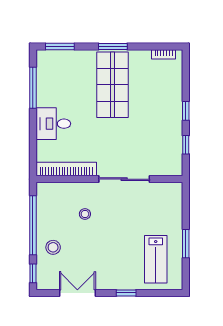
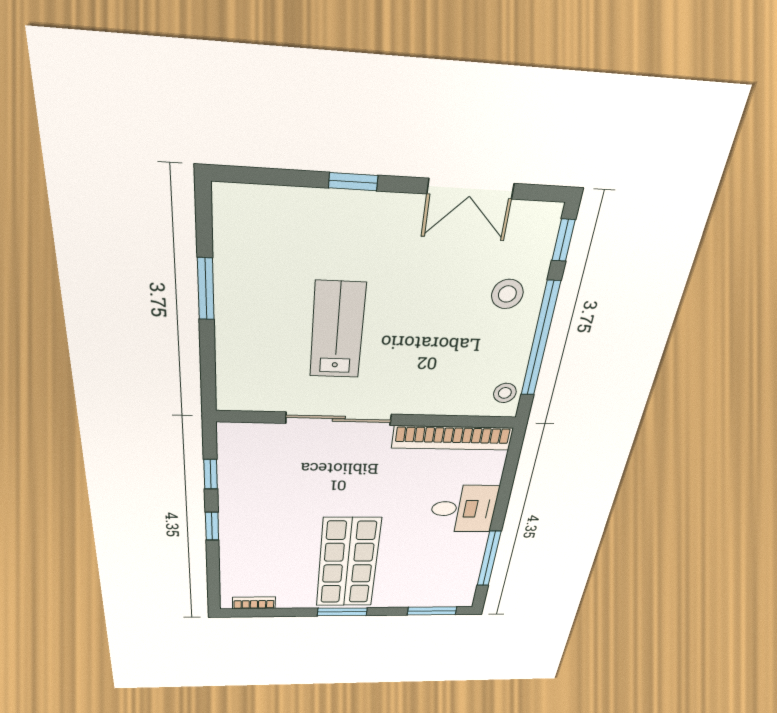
stool: (85, 214) -> (505, 393), moved
lab bench: (156, 259) -> (337, 330), moved

